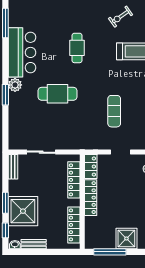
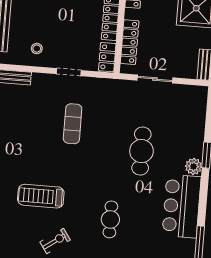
cafe table: (77, 48) -> (110, 219), moved
cafe table: (58, 94) -> (141, 151), turned 90
sliding door: (41, 152) -> (155, 79), moved

